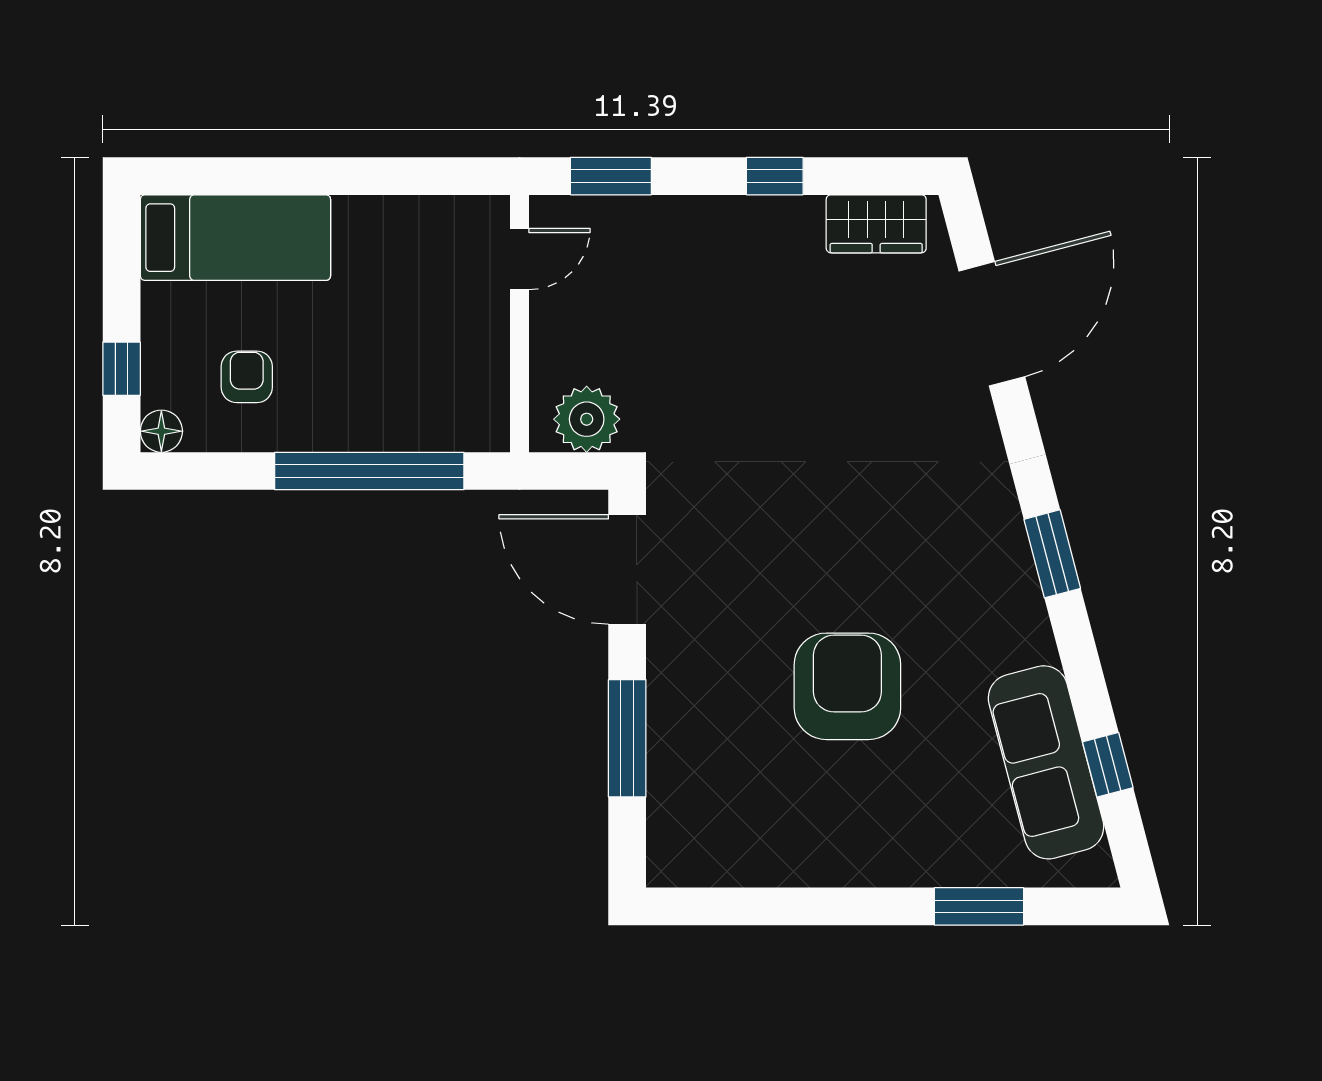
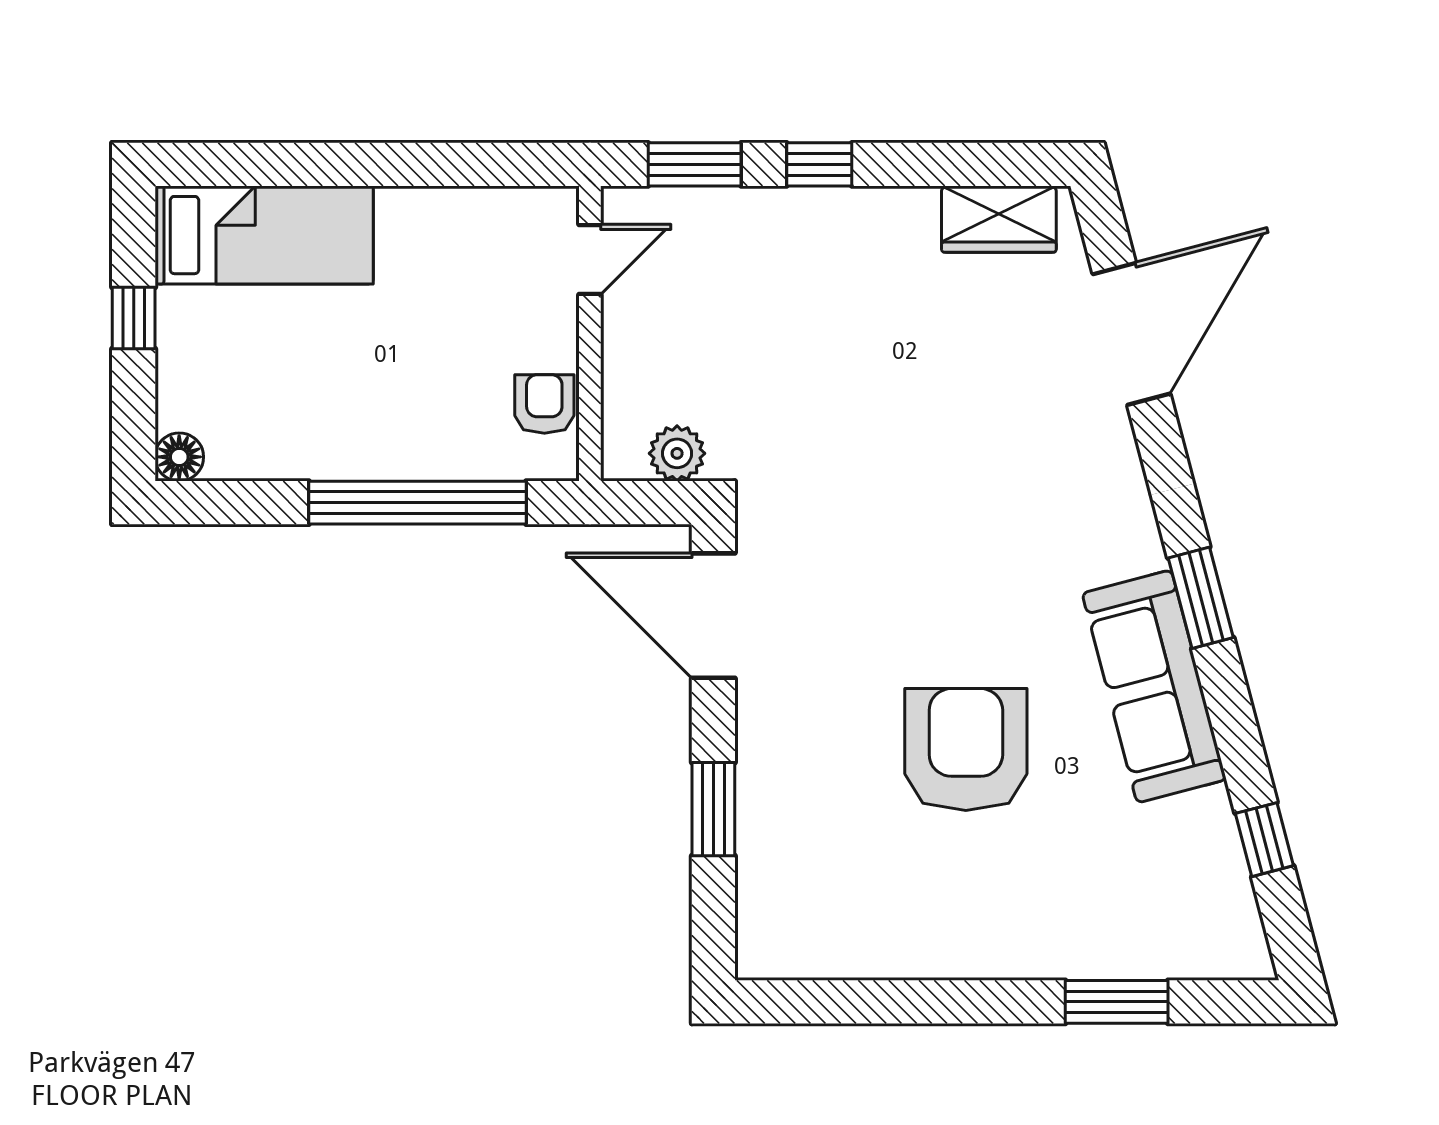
window: (775, 176) -> (819, 164), moved
window: (122, 369) -> (134, 318), moved
armchair: (247, 377) -> (544, 404), moved
plant: (587, 419) -> (677, 453), width x0.73, depth x0.73
window: (627, 738) -> (713, 809), width x0.69
sofa: (1046, 762) -> (1154, 686), moved

